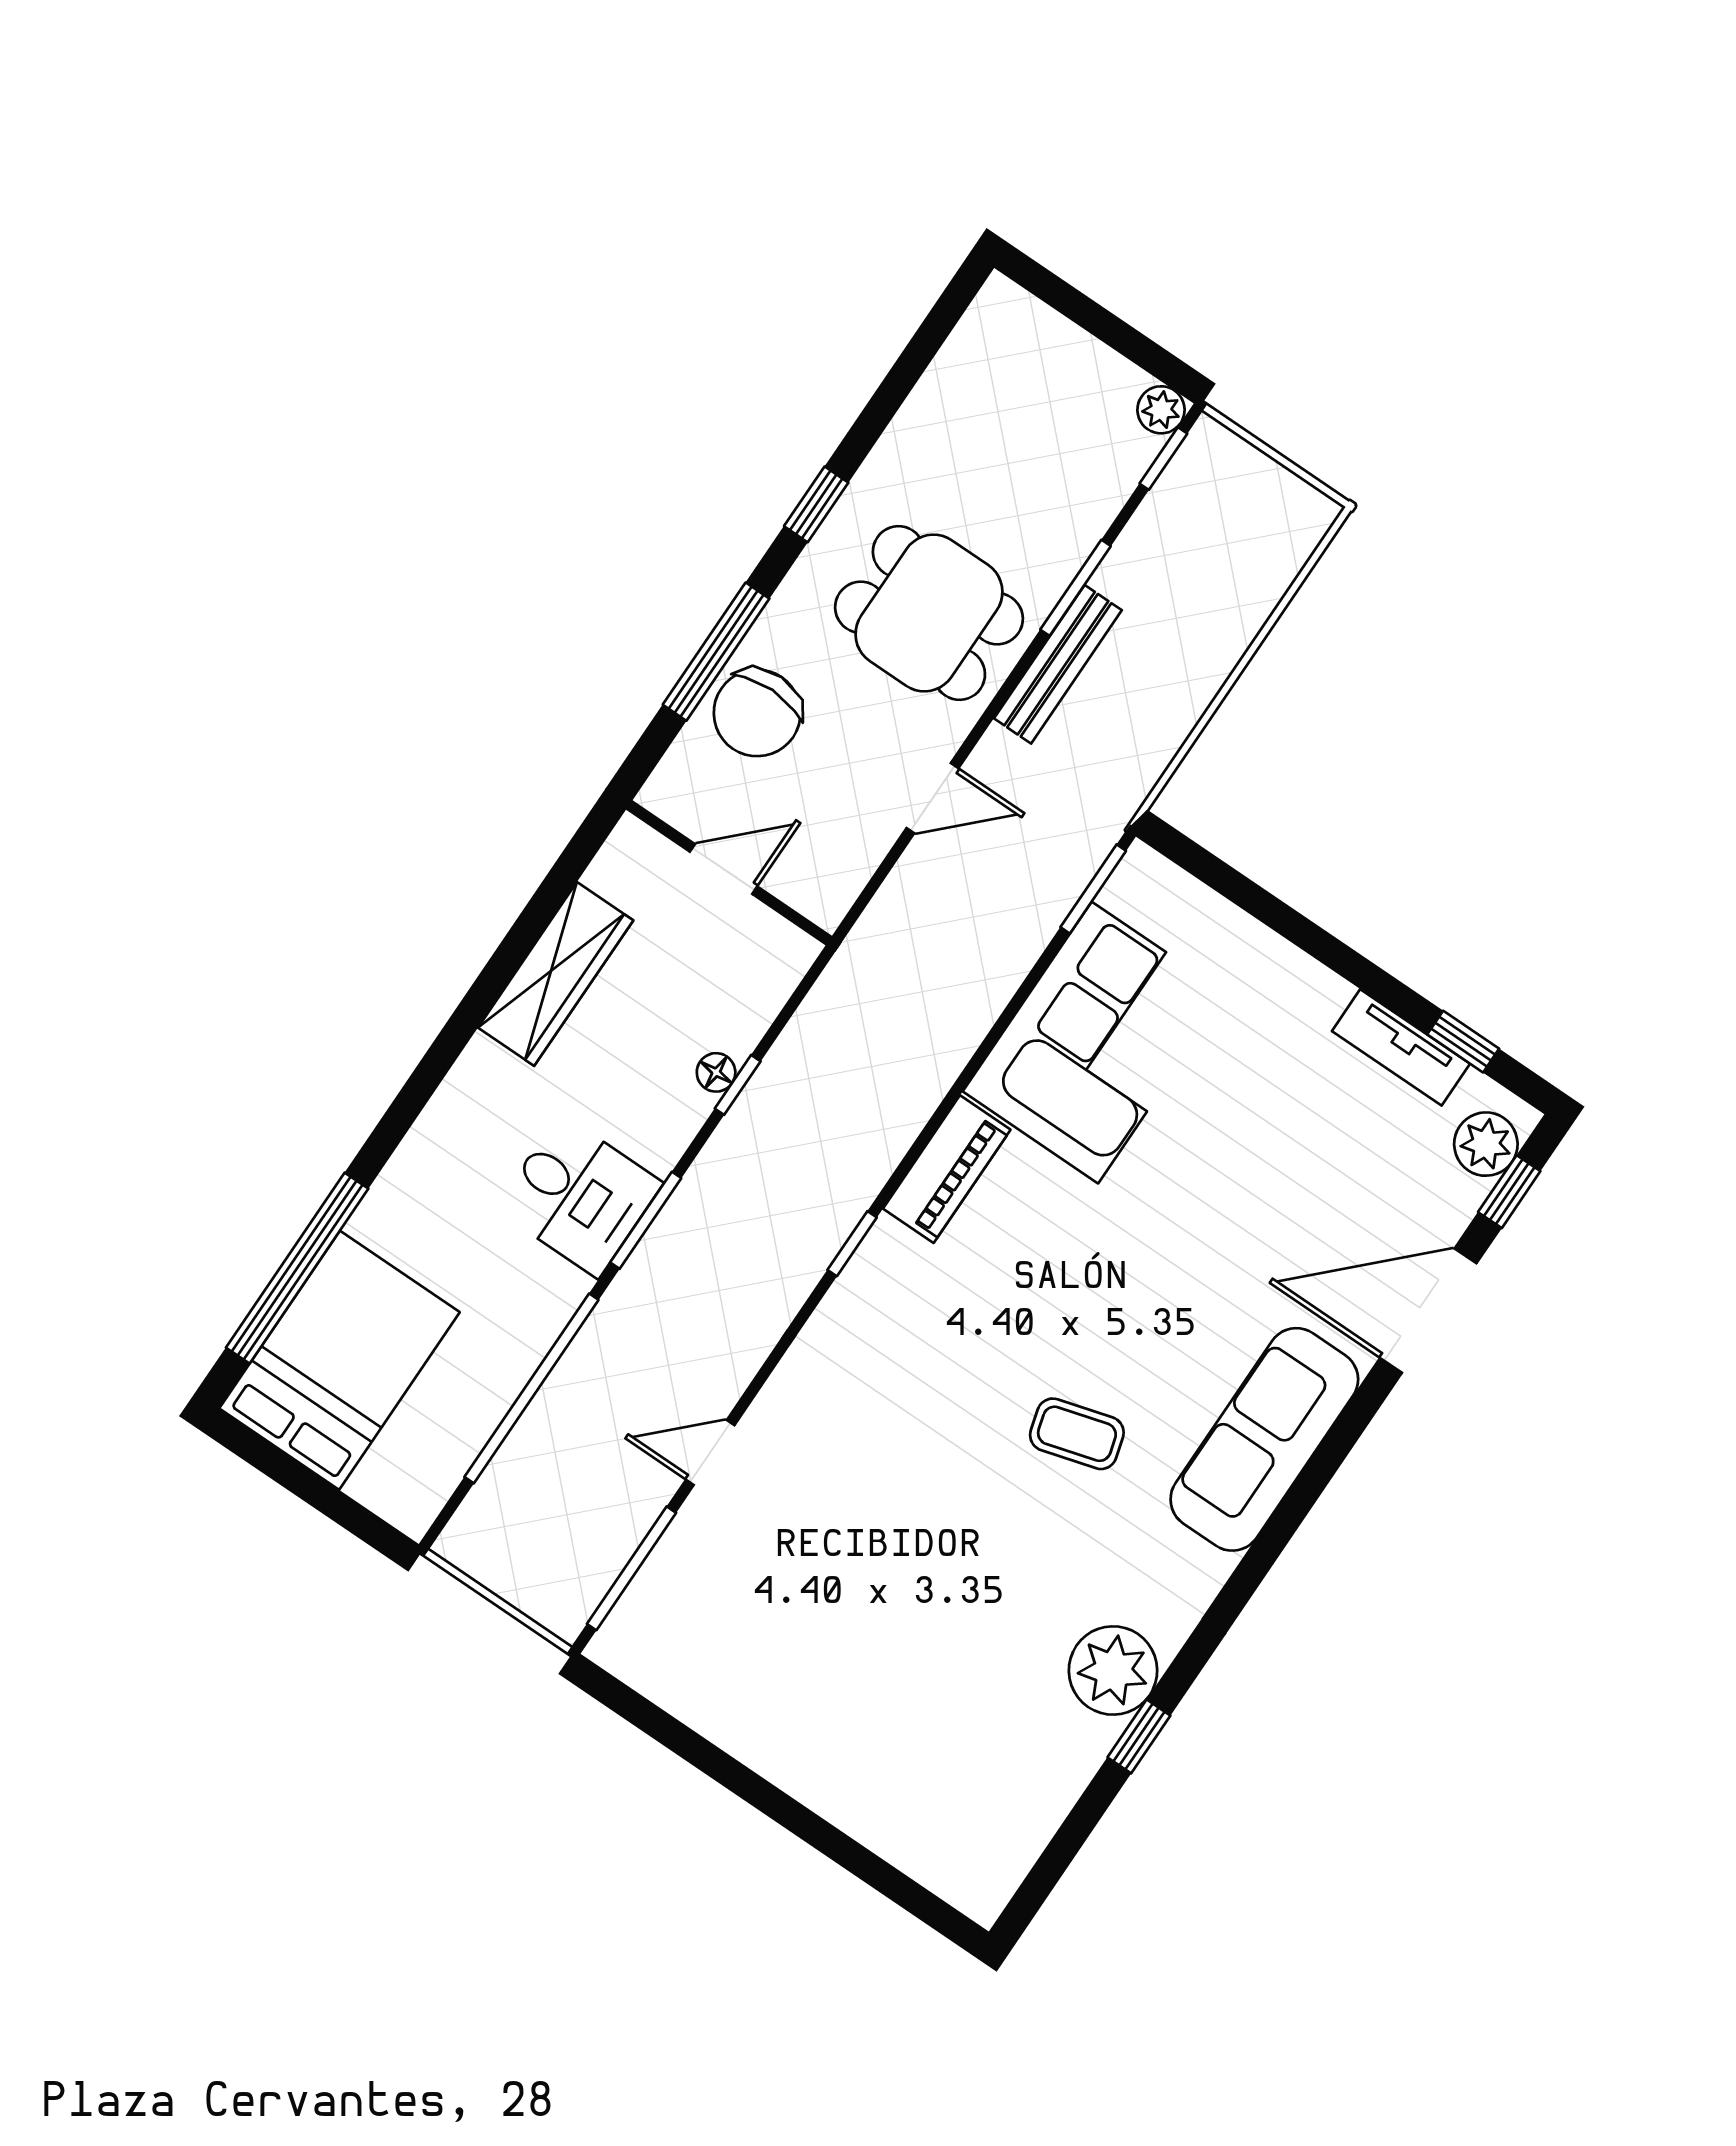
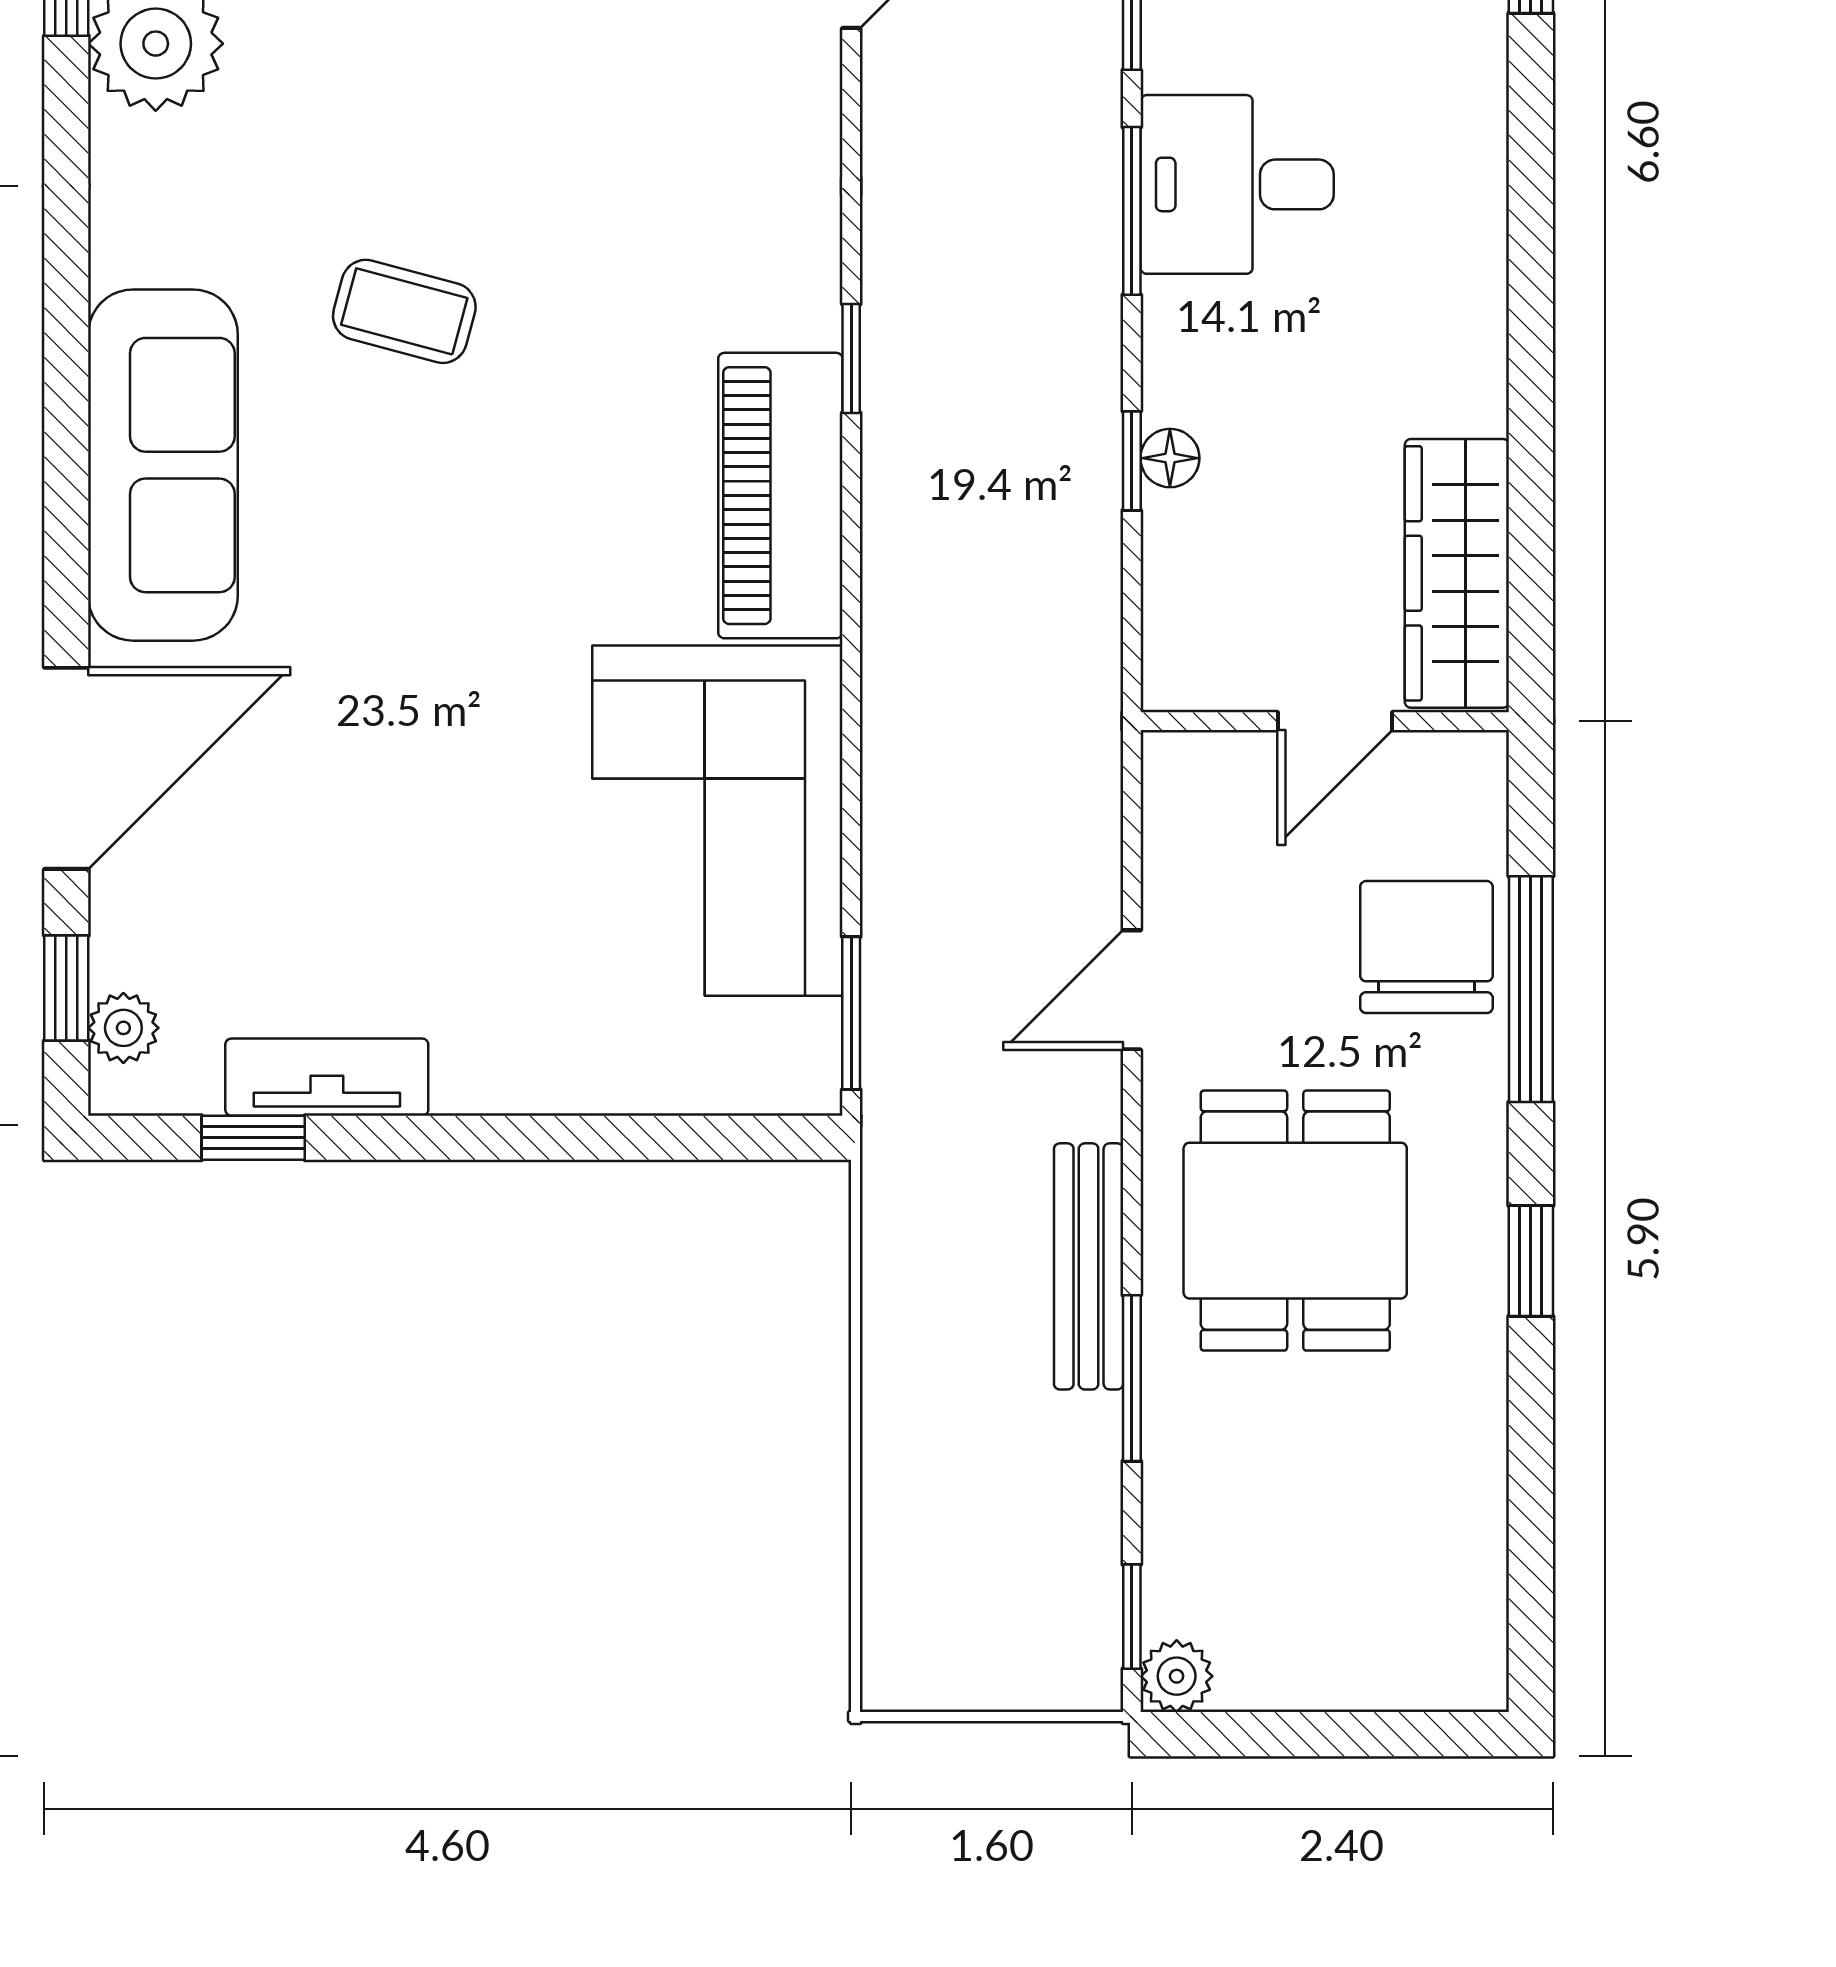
dining table: (929, 613) -> (1295, 1221), turned 90
wardrobe: (556, 974) -> (1457, 573), moved
plant: (1486, 1144) -> (123, 1028), width x0.73, depth x0.73
piano: (947, 1169) -> (780, 496), width x1.37, depth x1.33
coffee table: (1077, 1434) -> (404, 311), turned 31

